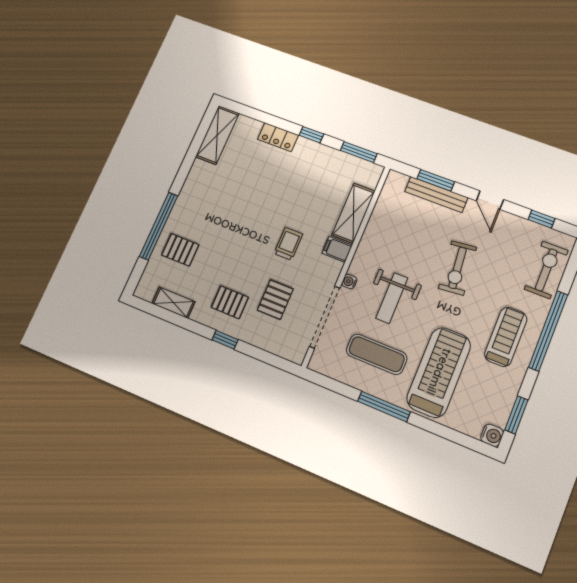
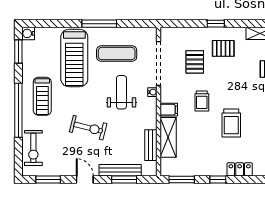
trolley: (263, 200) -> (231, 123), added
bench: (381, 212) -> (151, 145), added
window: (542, 219) -> (48, 179), width x1.50
exercise bike: (458, 268) -> (88, 128), turned 110

